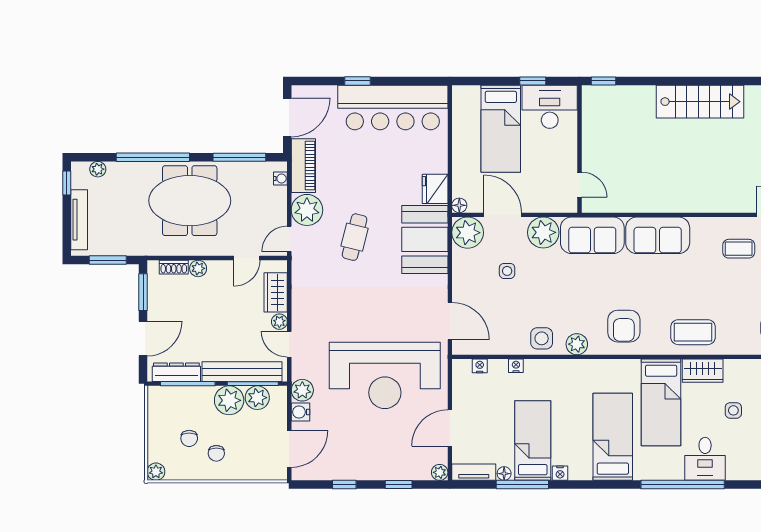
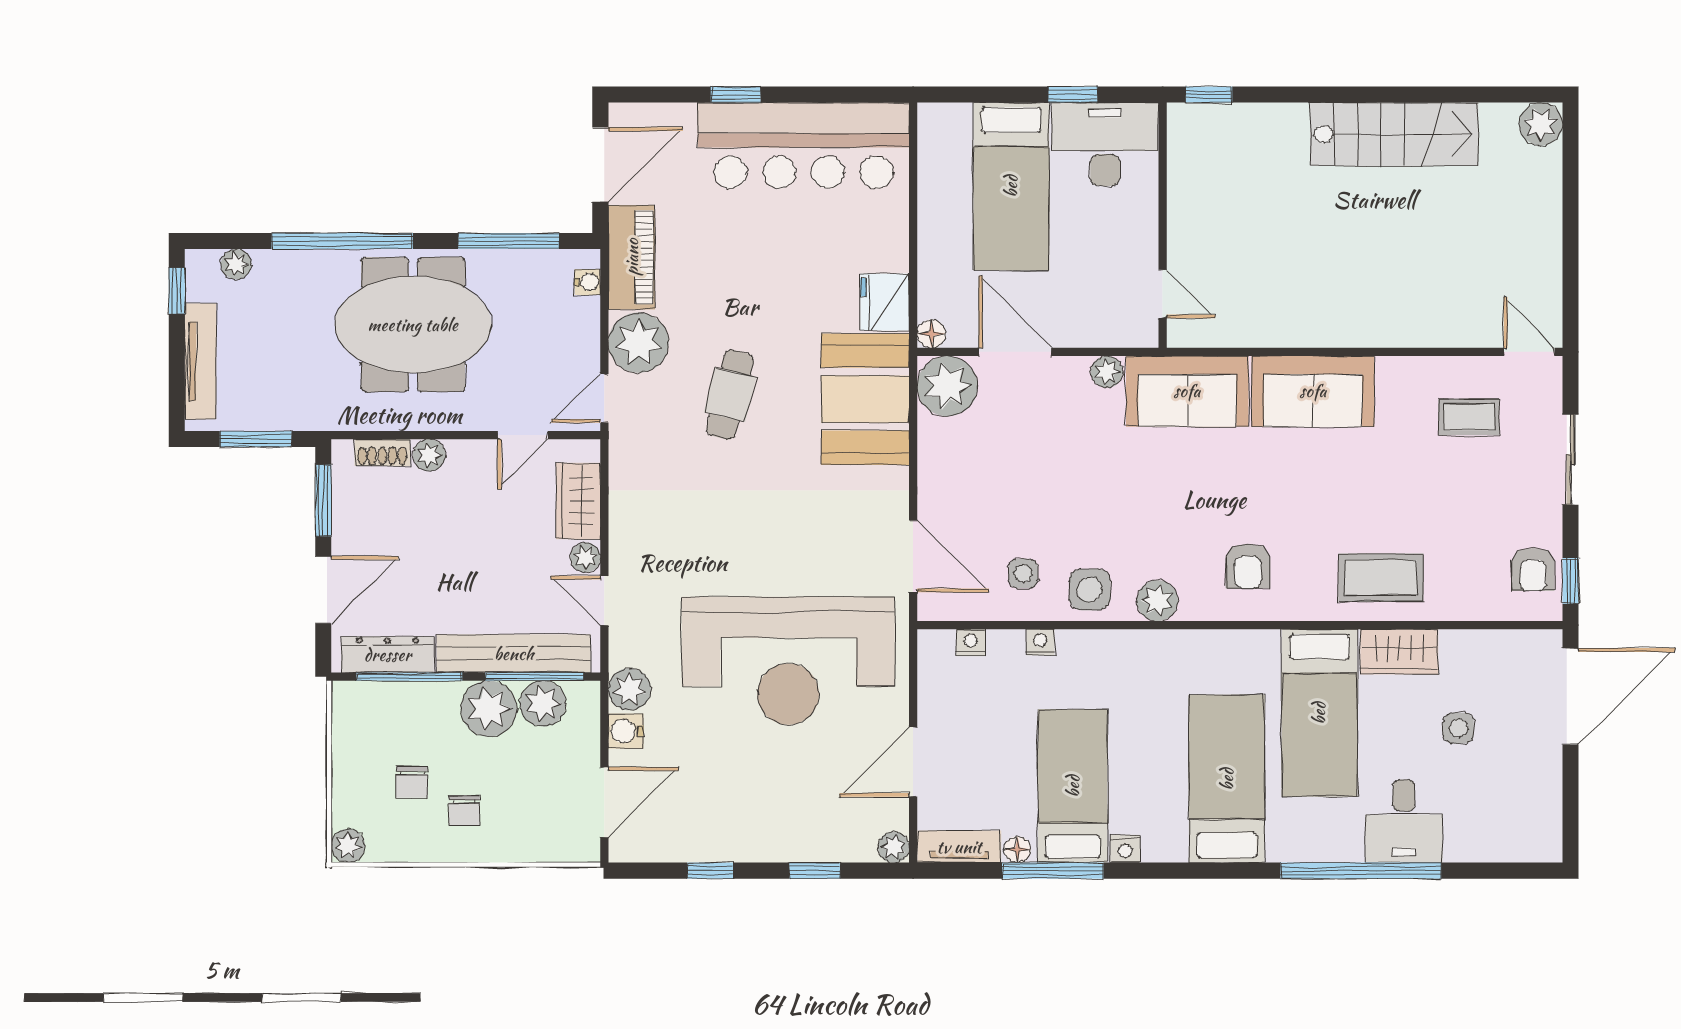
plant: (543, 232) -> (1107, 372), width x0.53, depth x0.53
side table: (507, 271) -> (1023, 574), moved
armchair: (624, 326) -> (1248, 566), width x0.72, depth x0.72

